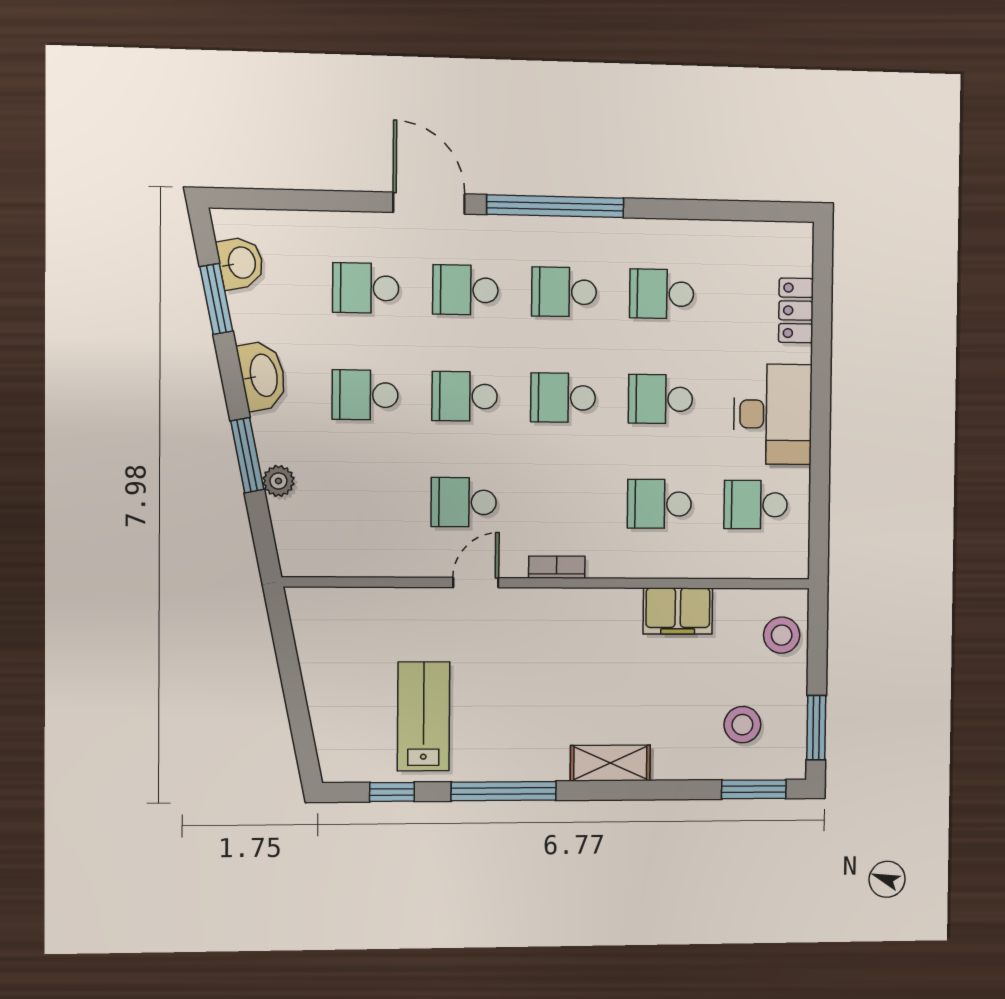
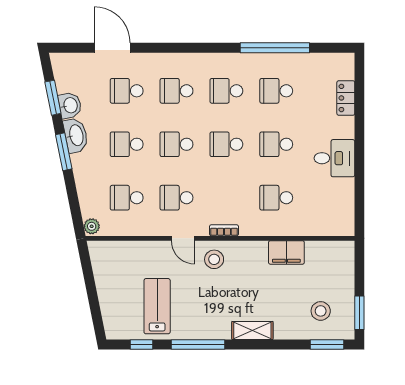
door: (429, 203) -> (112, 48), moved
window: (555, 206) -> (275, 48), moved
washbasin: (241, 263) -> (70, 105), moved
desk: (773, 414) -> (334, 158), width x0.73
window: (247, 455) -> (64, 152), moved
plant: (278, 481) -> (92, 226), moved
school desk: (756, 505) -> (127, 198), moved
door: (476, 583) -> (183, 238), swing flipped
stool: (782, 635) -> (214, 259), moved

